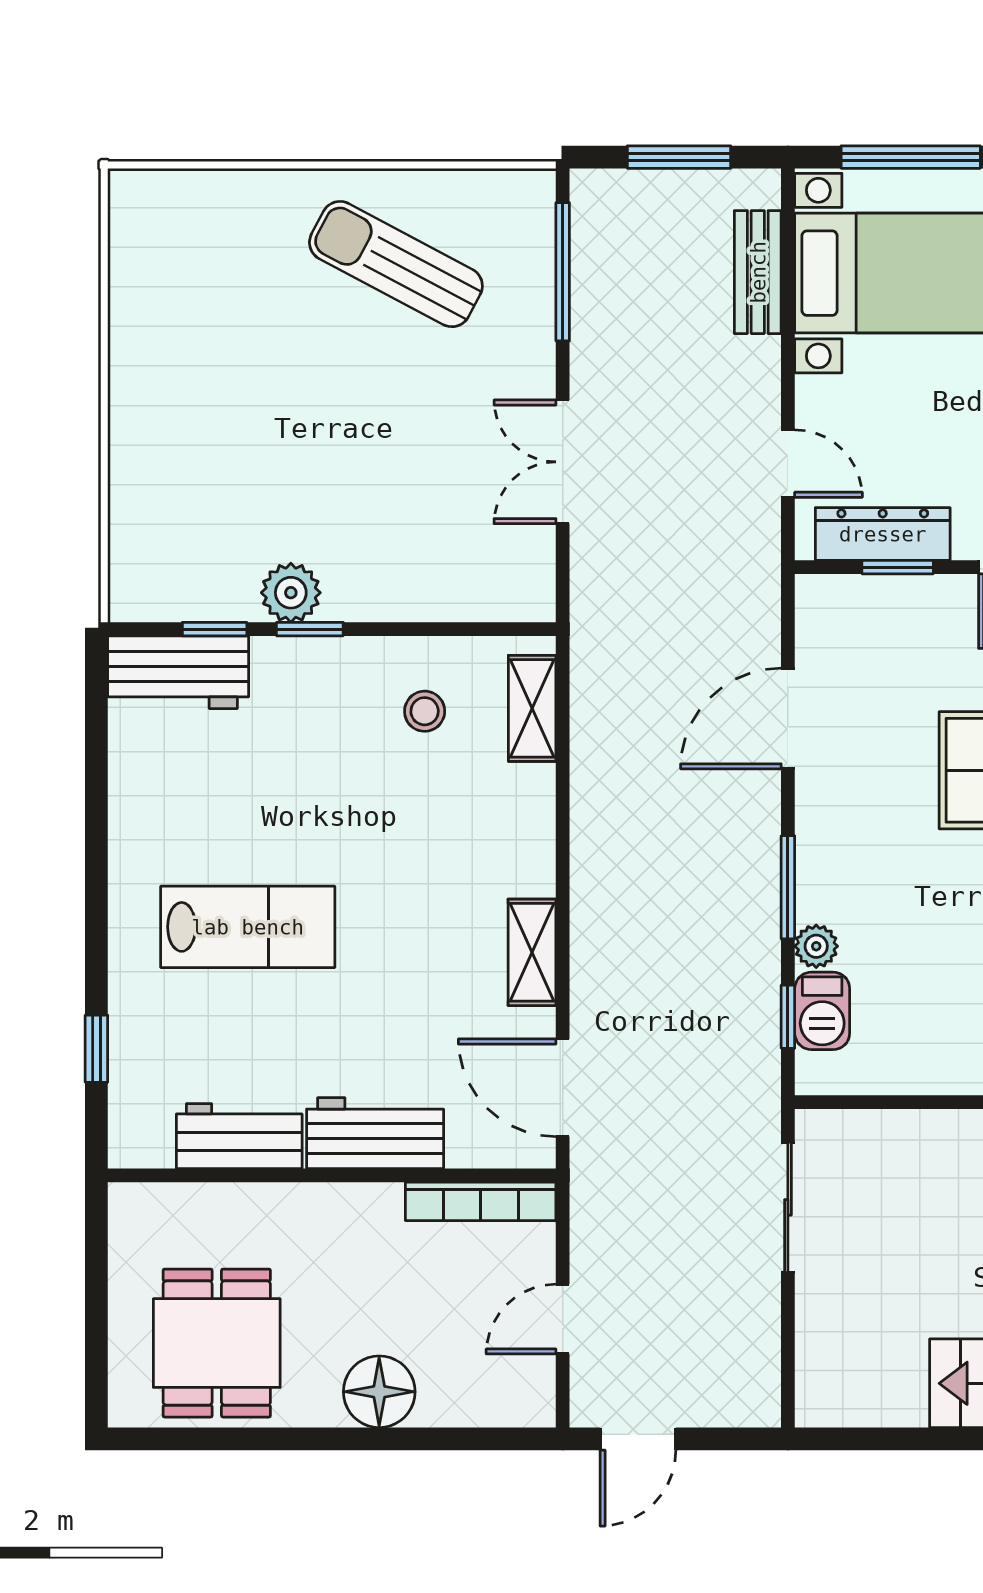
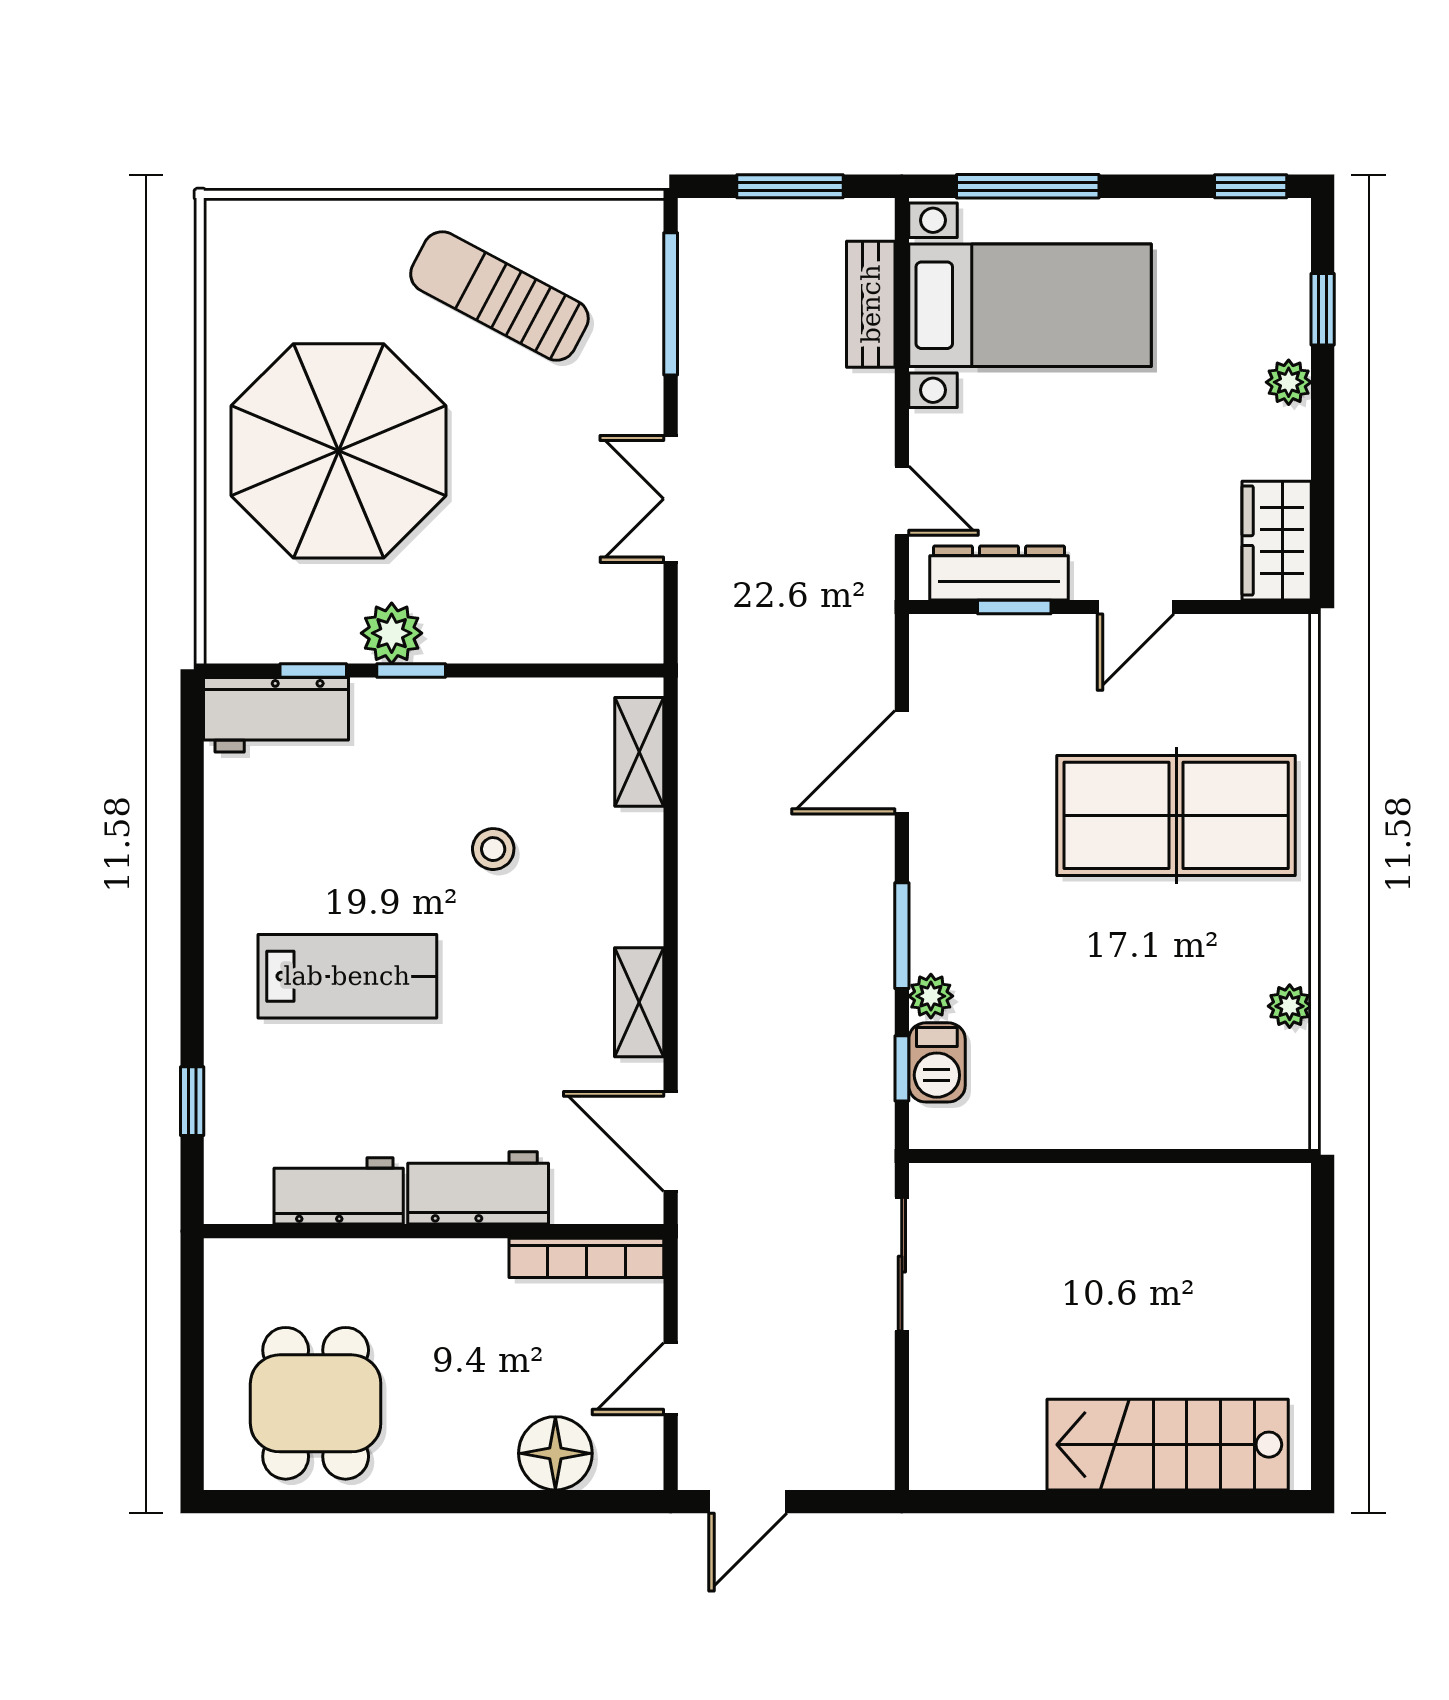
parasol: (239, 415) -> (339, 451), added
stool: (425, 711) -> (493, 849), moved
floor lamp: (379, 1392) -> (555, 1453), moved

